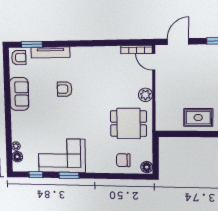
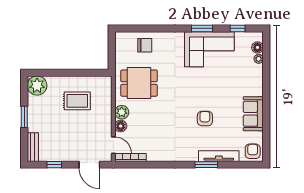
door: (178, 42) -> (89, 165), hinge flipped
window: (32, 44) -> (206, 165), moved
armchair: (19, 58) -> (253, 151), turned 90
armchair: (65, 89) -> (205, 118), turned -90
rug: (198, 118) -> (77, 101), moved
floor lamp: (147, 167) -> (121, 126), moved

